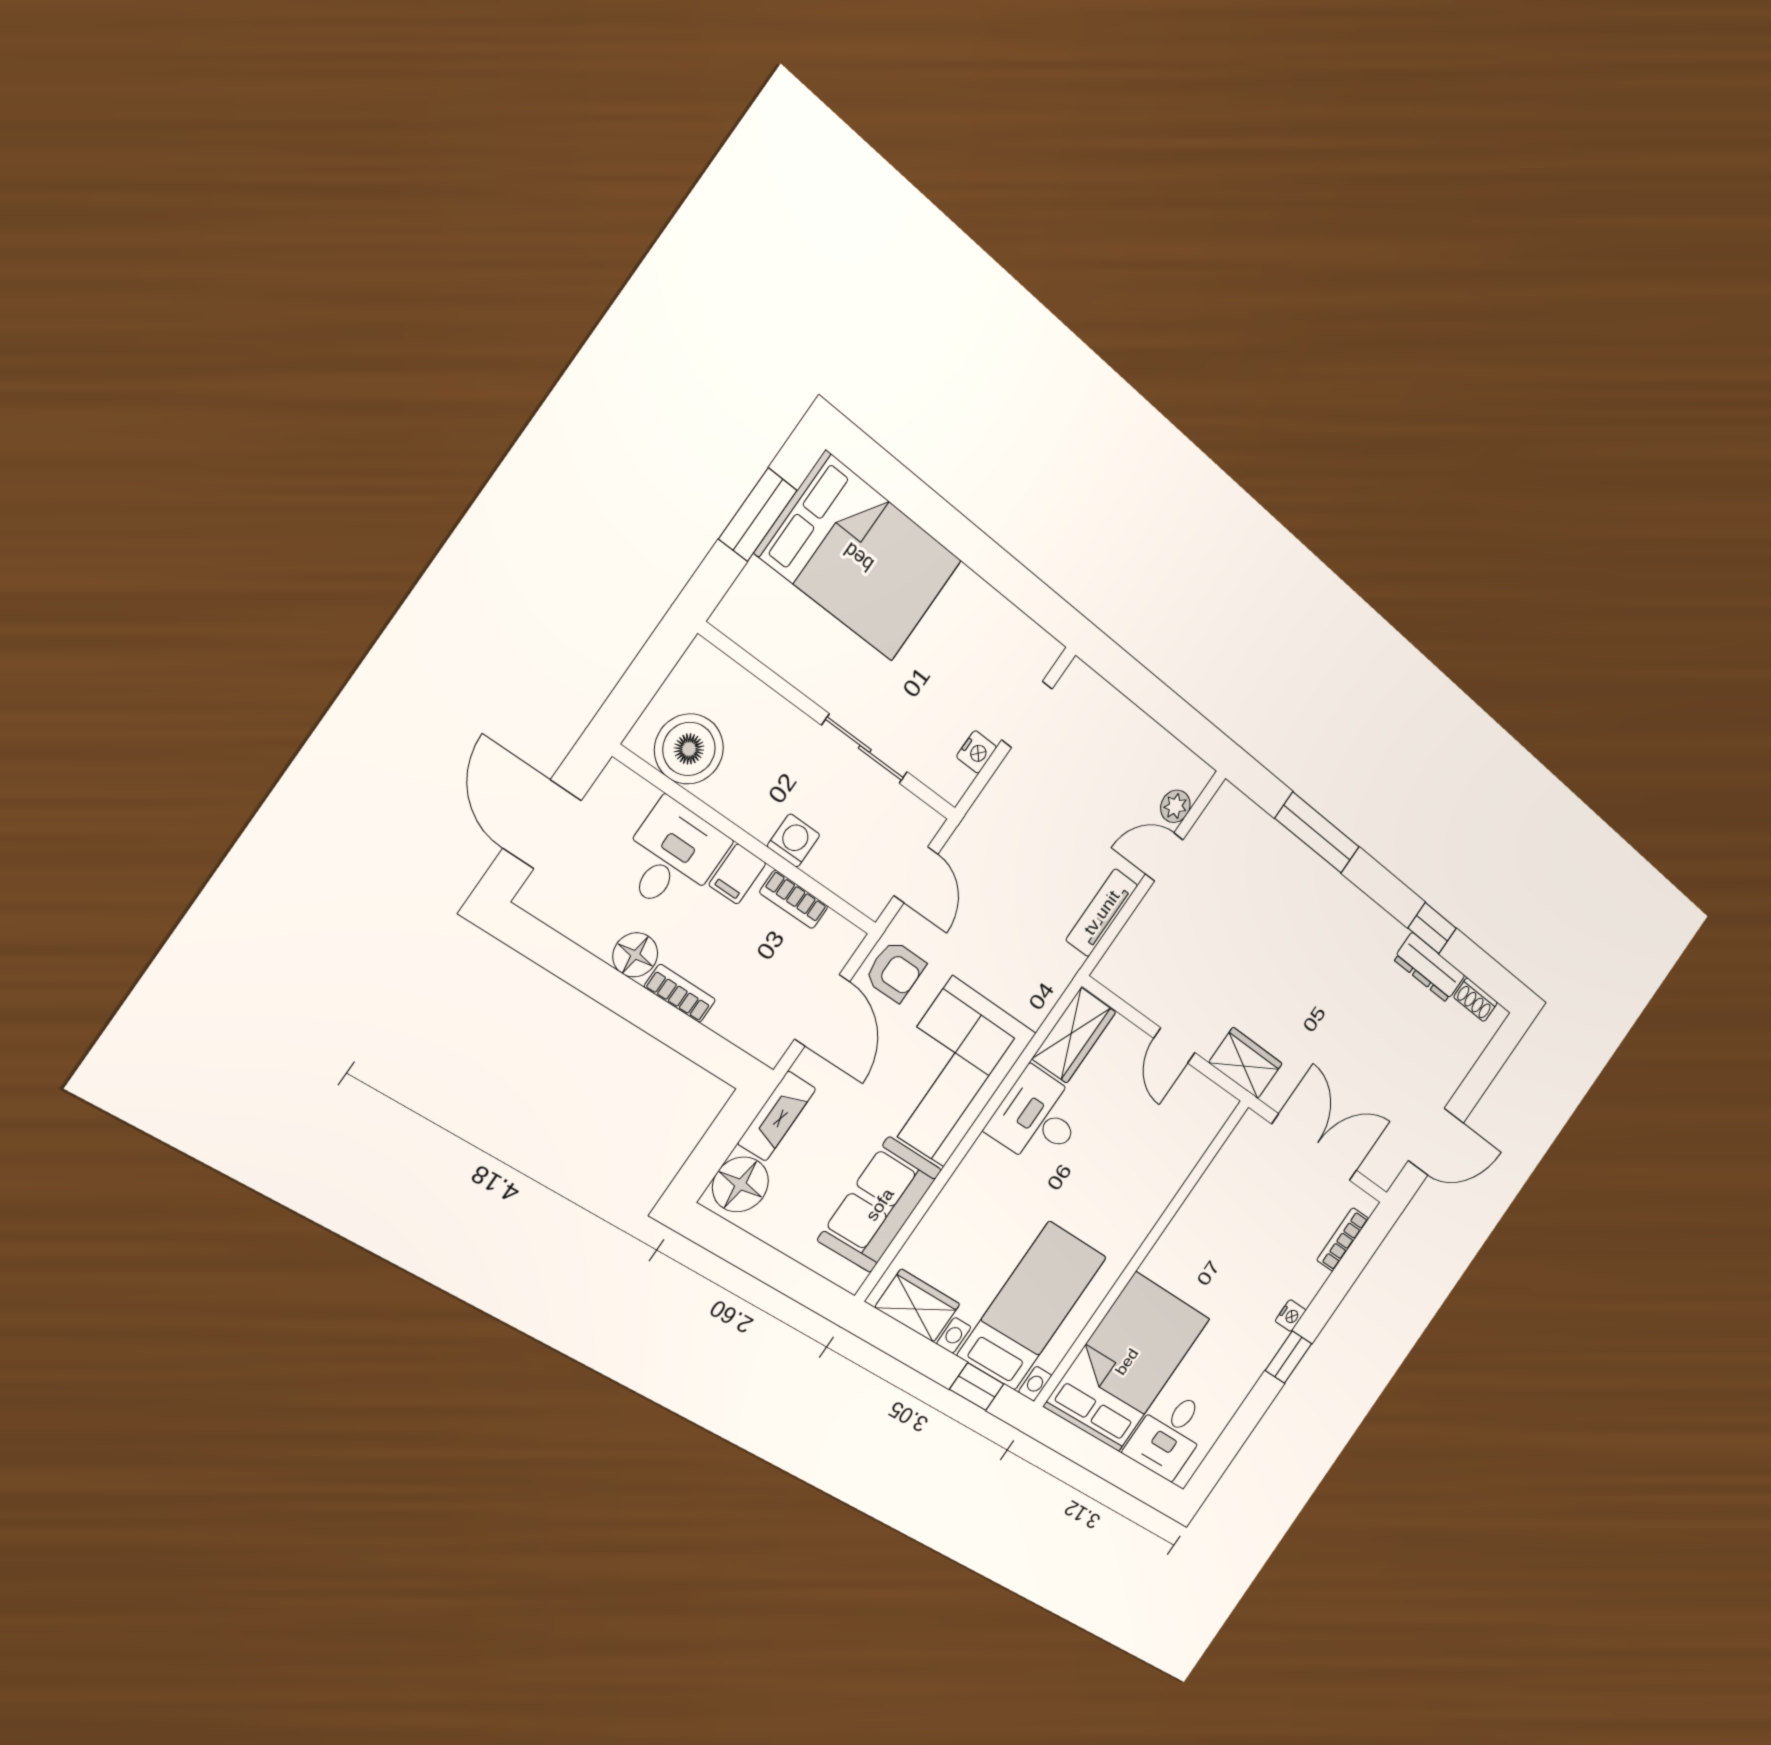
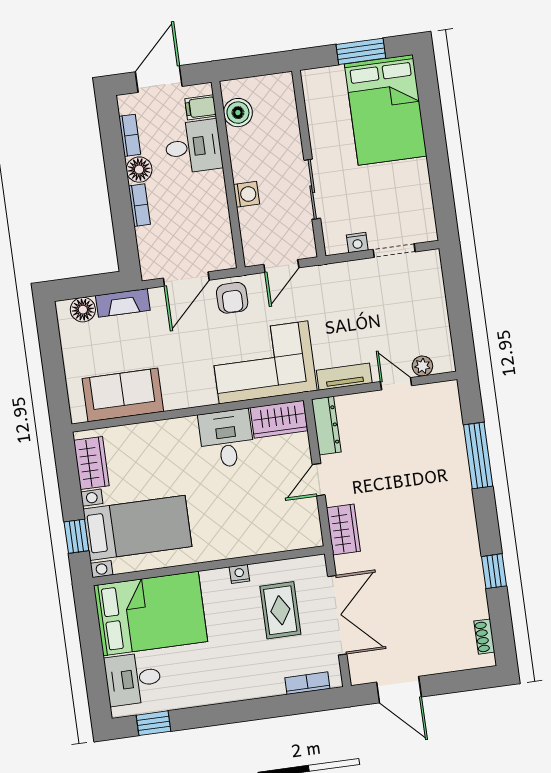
boiler: (689, 749) -> (238, 113), width x0.73, depth x0.73
filing cabinet: (737, 874) -> (201, 107), moved
bookcase: (794, 899) -> (130, 135), moved, turned 180
dresser: (1429, 967) -> (326, 426), moved, turned 180
corner sofa: (948, 1072) -> (263, 362), moved
floor lamp: (740, 1184) -> (83, 310), width x0.73, depth x0.73
rug: (1254, 1209) -> (280, 610), added
nightstand: (1291, 1316) -> (239, 574), moved, turned 180
window: (1288, 1357) -> (154, 723), moved

